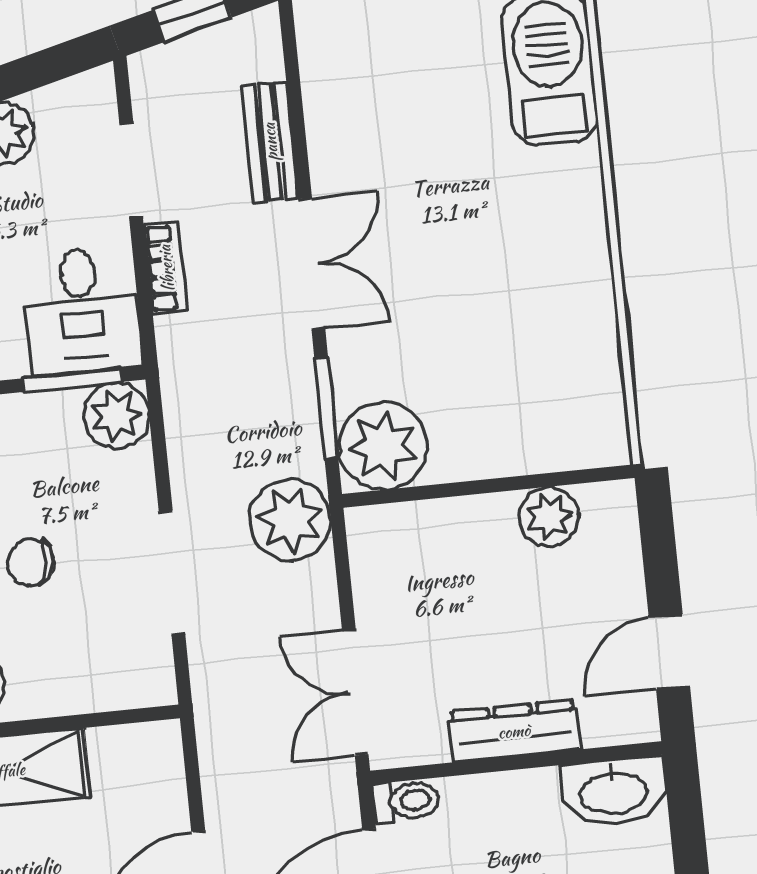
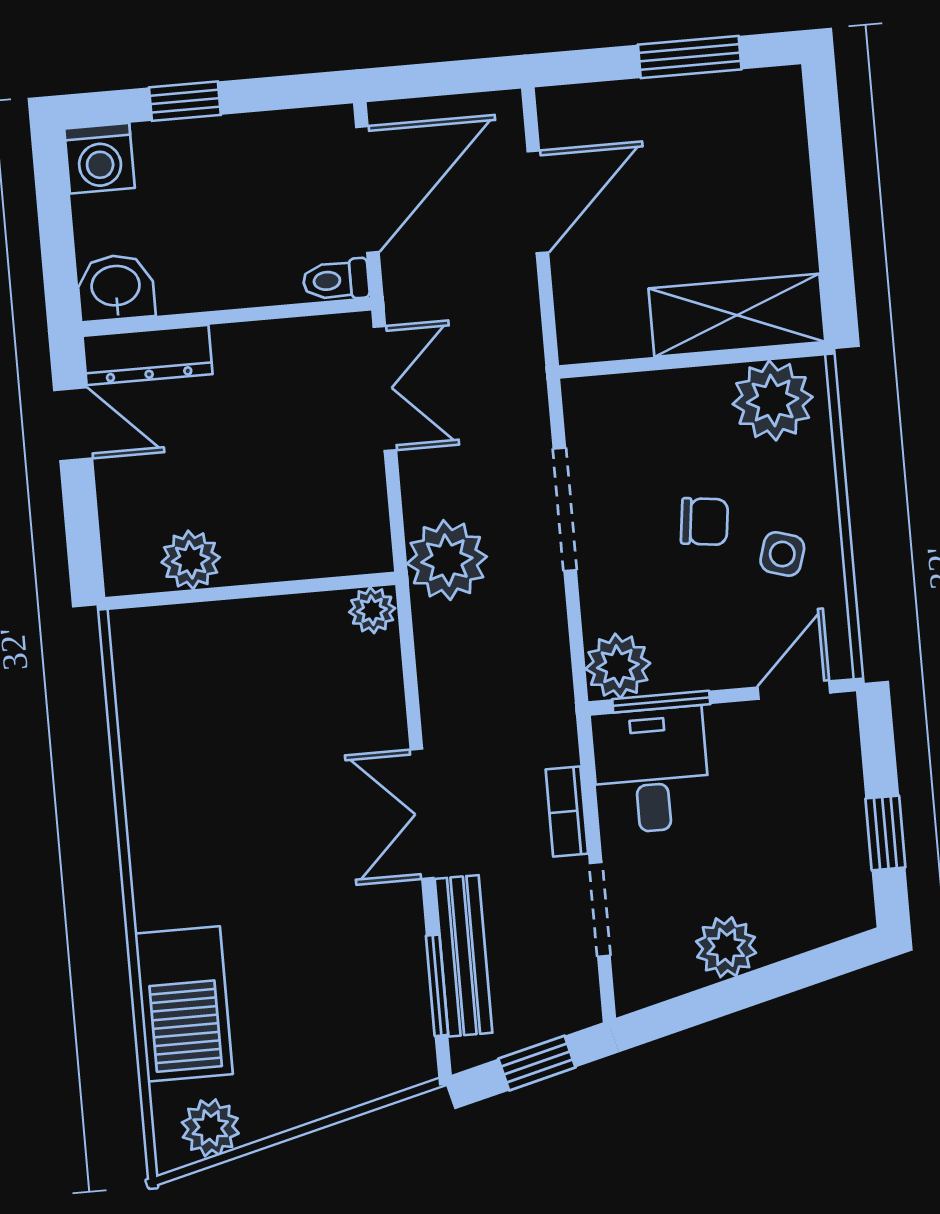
bench: (270, 142) -> (464, 956), width x1.36
window: (326, 408) -> (437, 985), moved
plant: (383, 446) -> (372, 610), width x0.53, depth x0.53
door: (669, 652) -> (73, 424), hinge flipped
dresser: (514, 731) -> (147, 355), moved
washbasin: (614, 792) -> (116, 288), width x0.72

